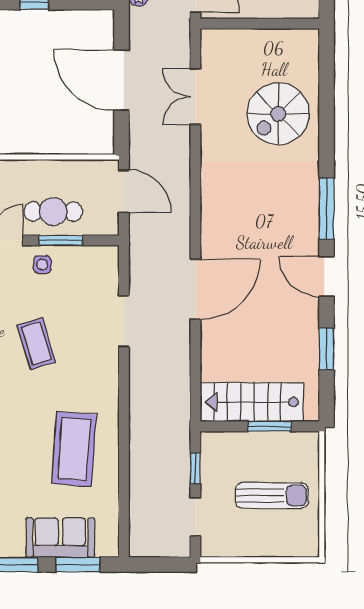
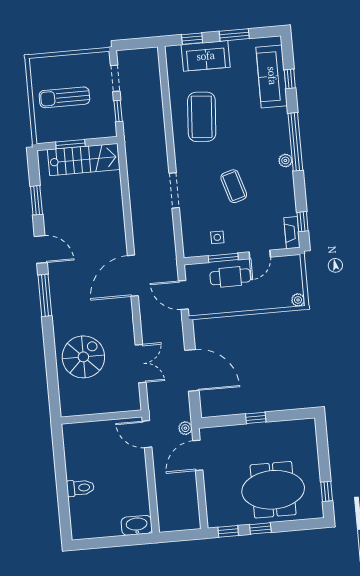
side table: (42, 264) -> (217, 237), moved
door: (195, 289) -> (133, 276), moved
doorway: (124, 321) -> (174, 190), moved
window: (78, 565) -> (192, 39), width x0.67

